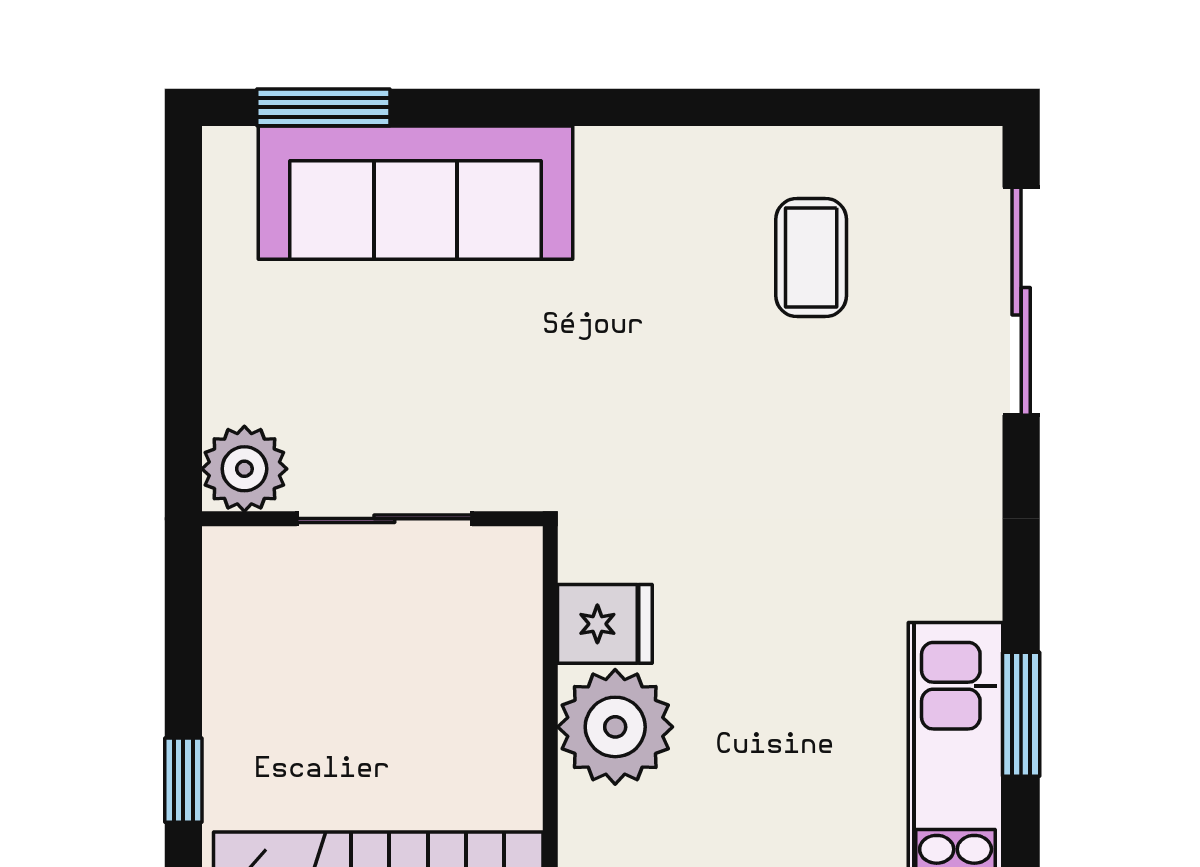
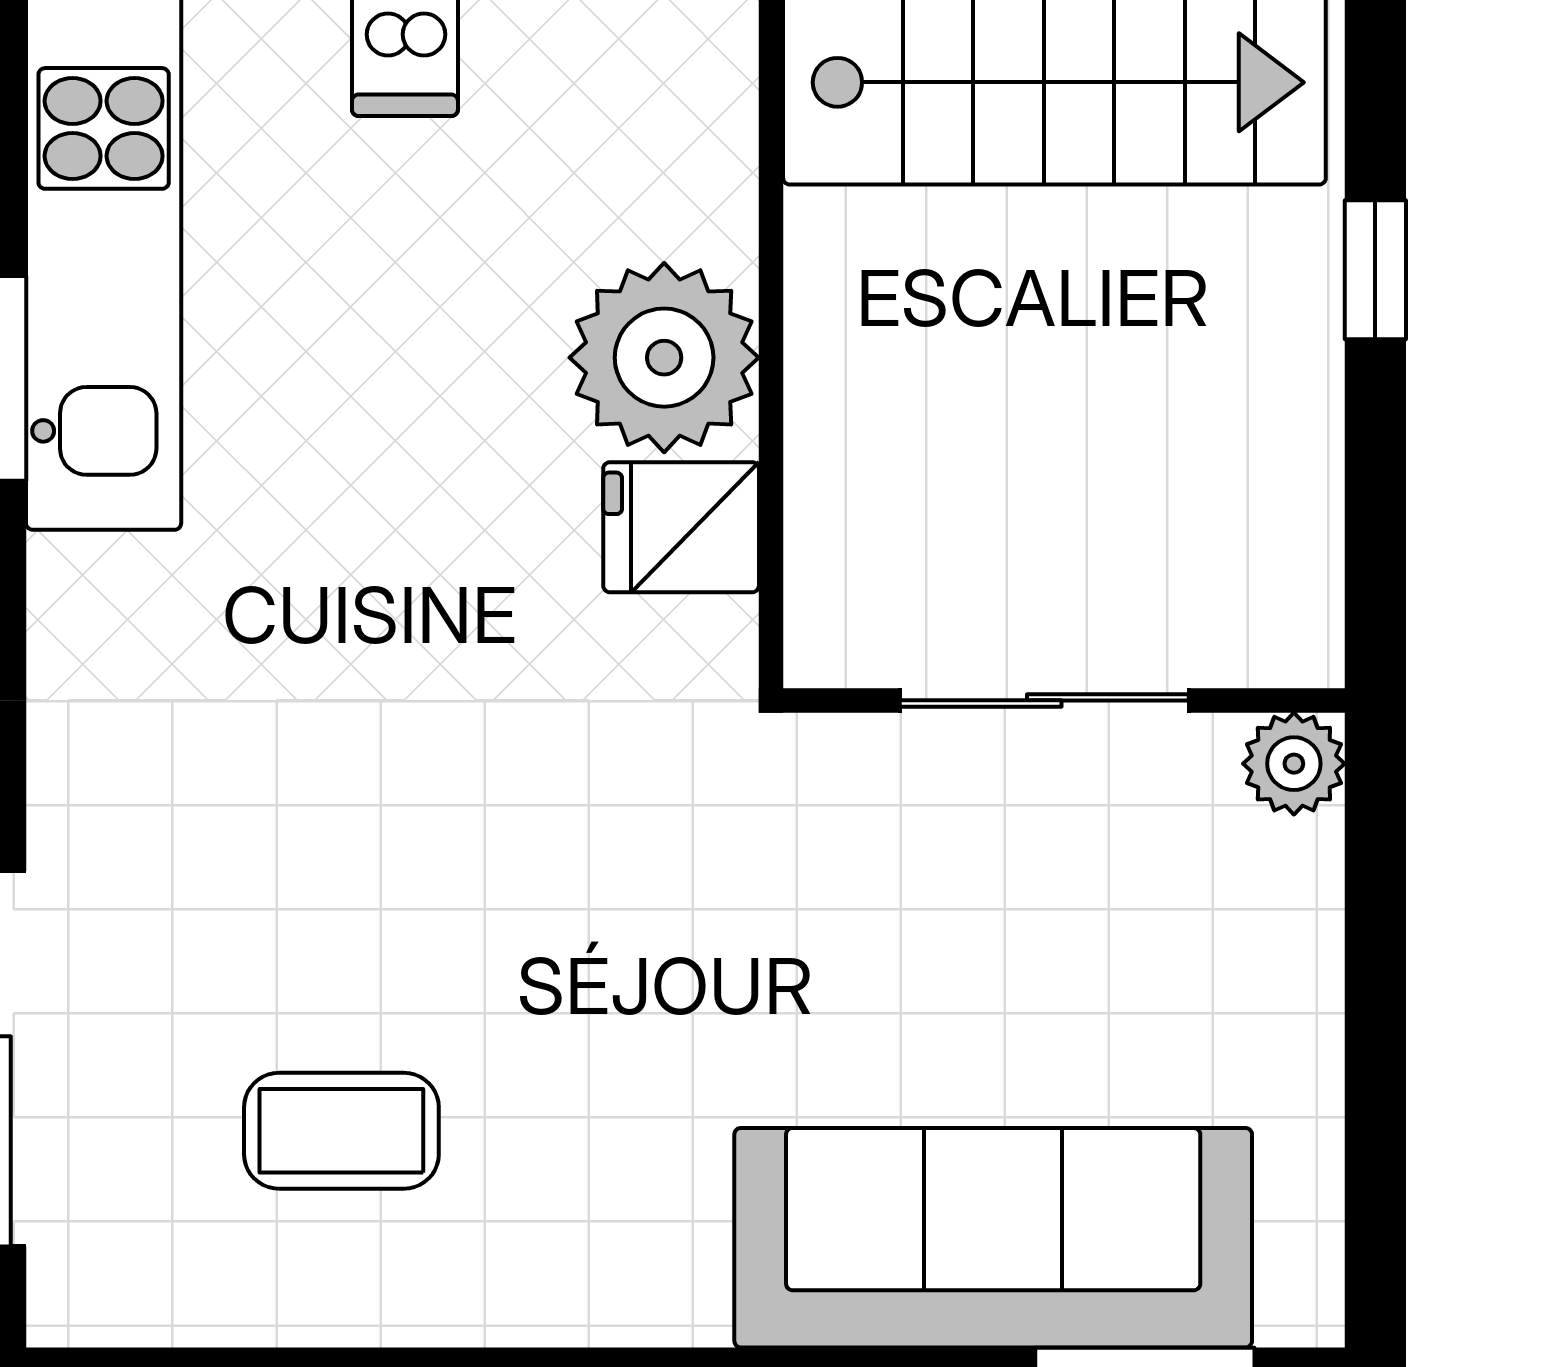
coffee table: (811, 257) -> (341, 1131), turned 90
plant: (244, 469) -> (1294, 764), width x0.73, depth x0.73

